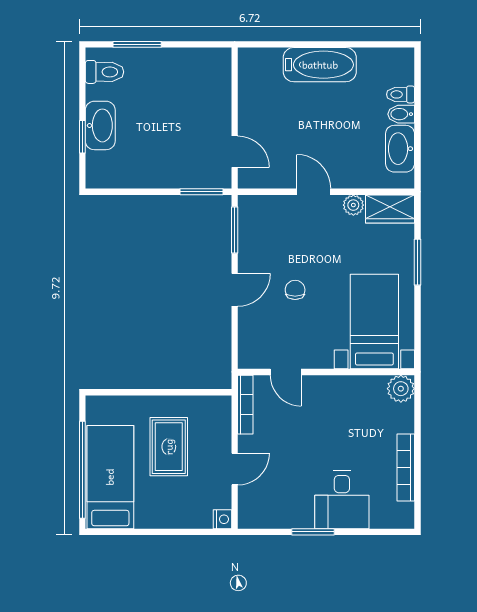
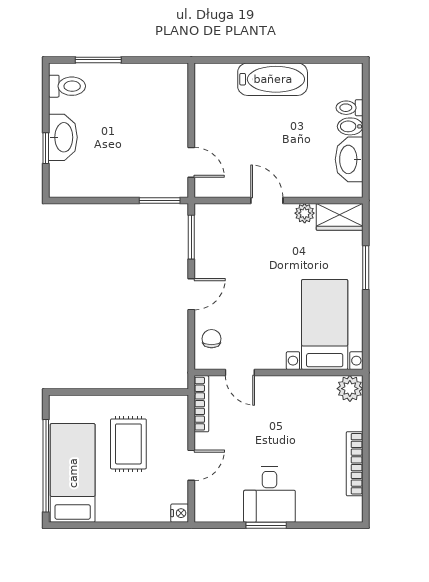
chair: (295, 290) -> (212, 339), moved
desk: (342, 500) -> (269, 495), moved

